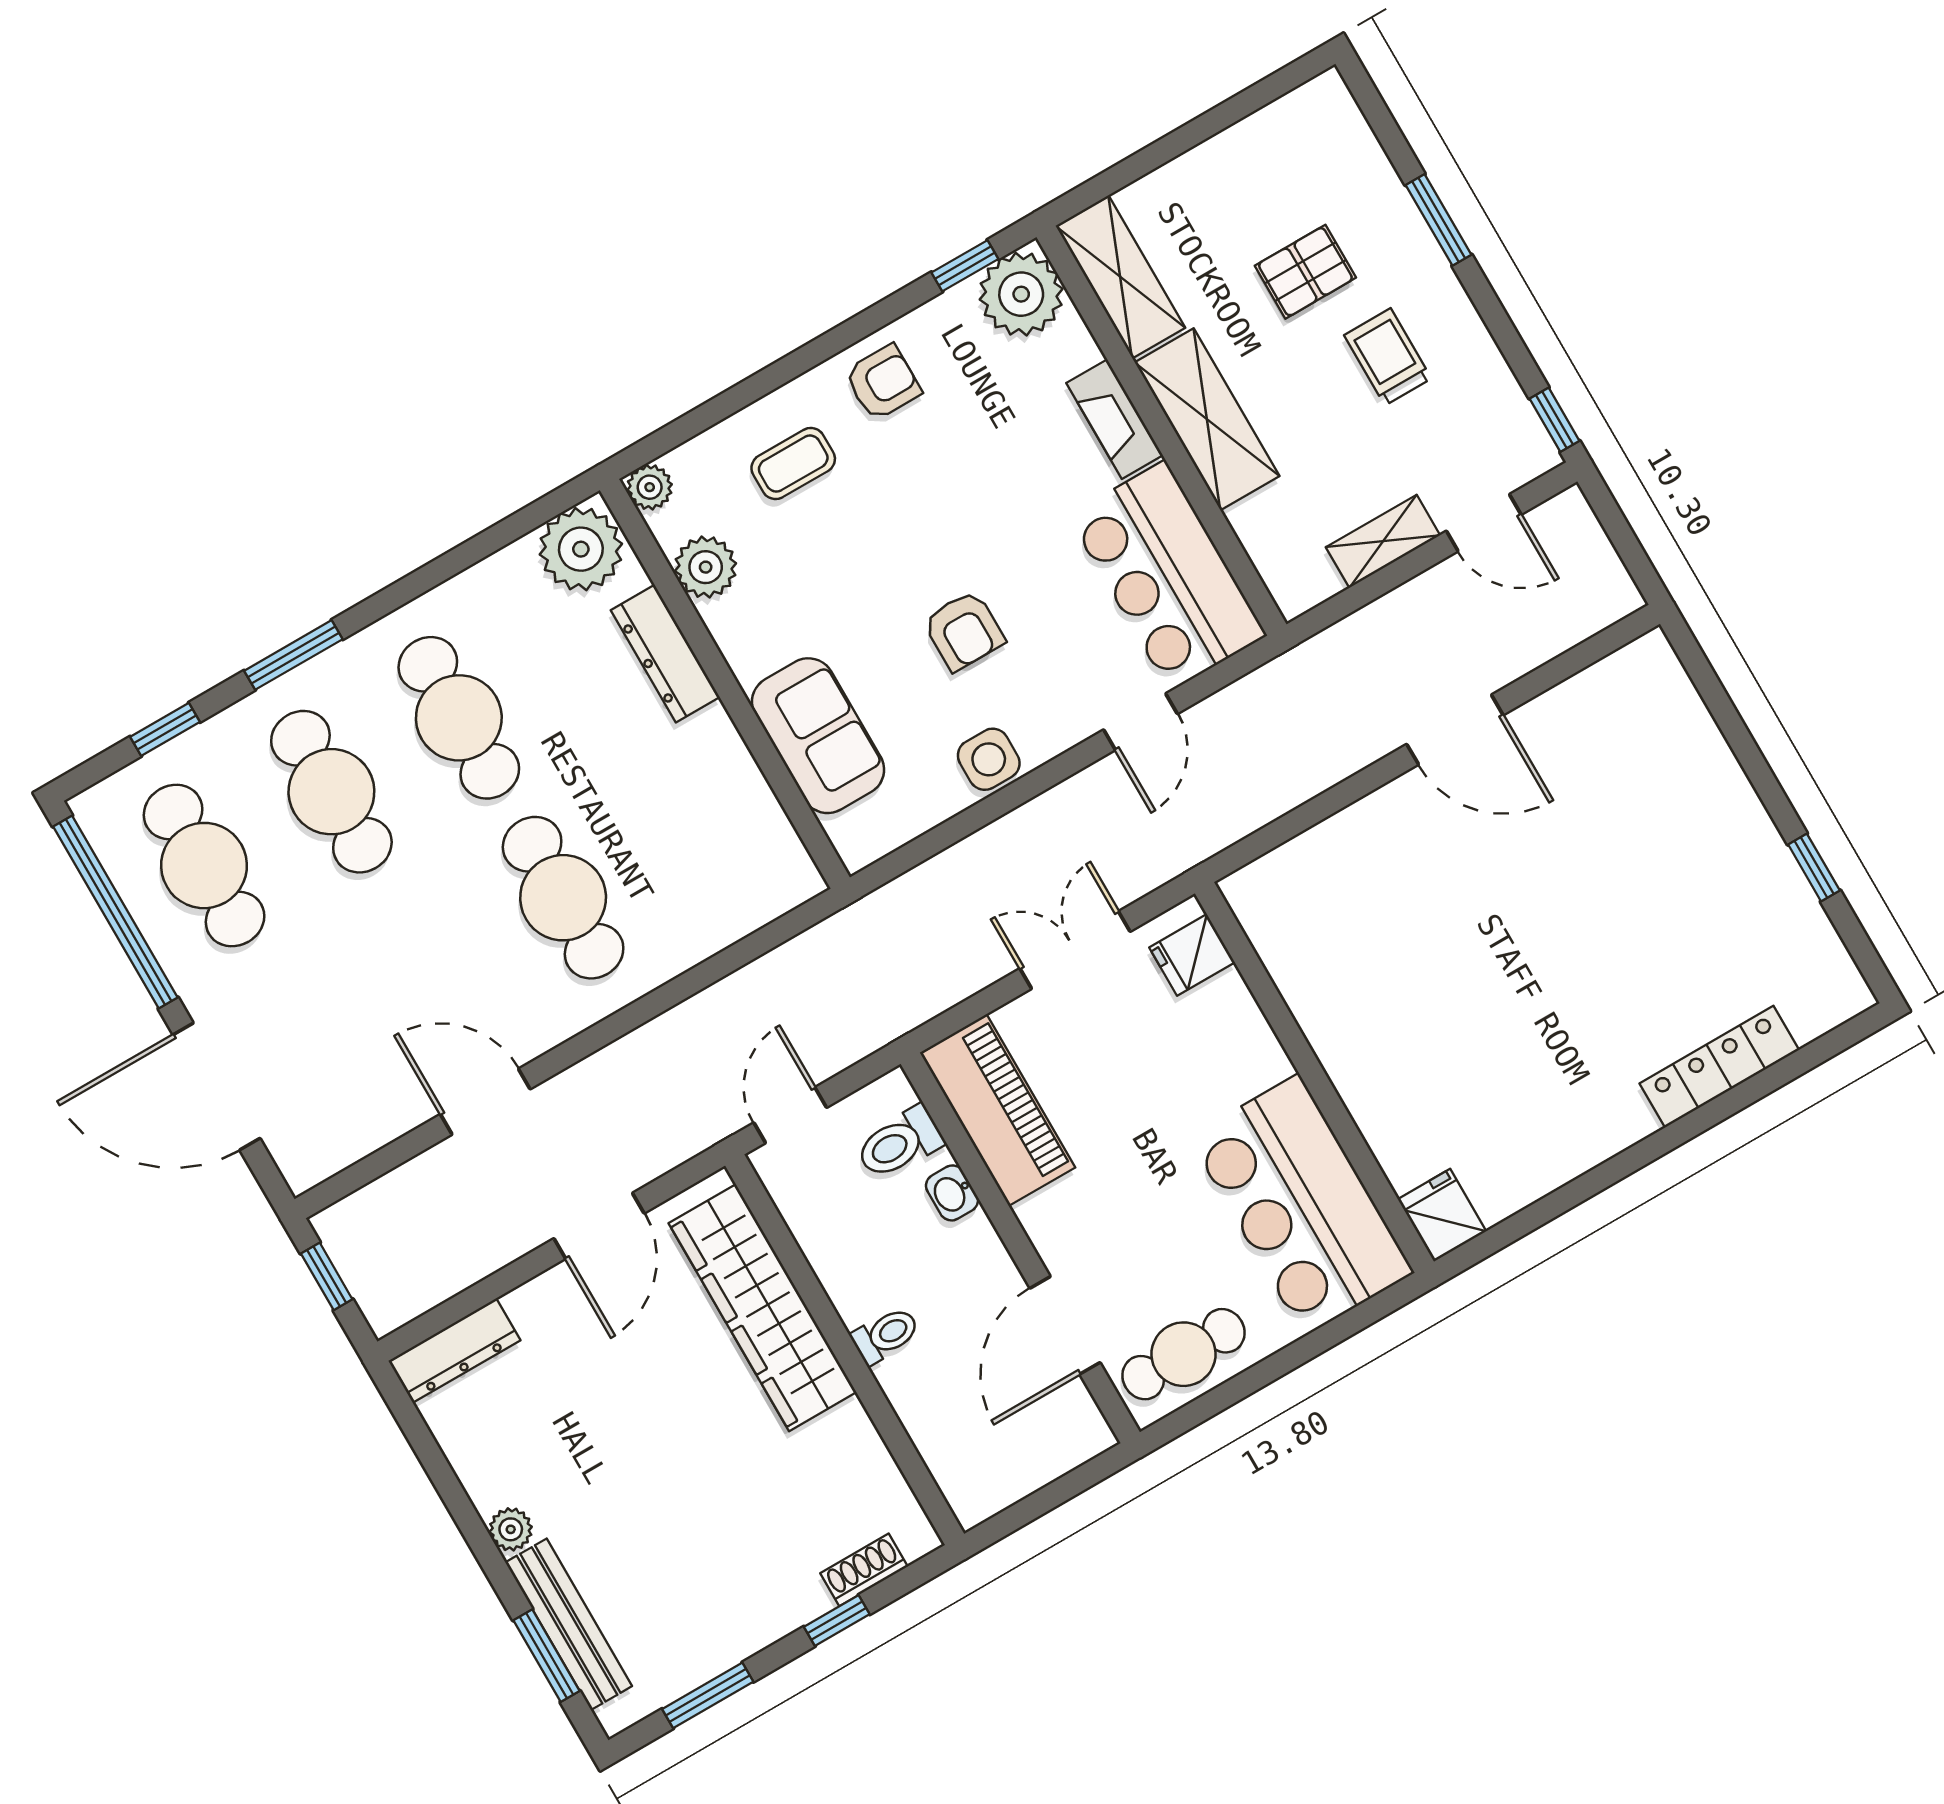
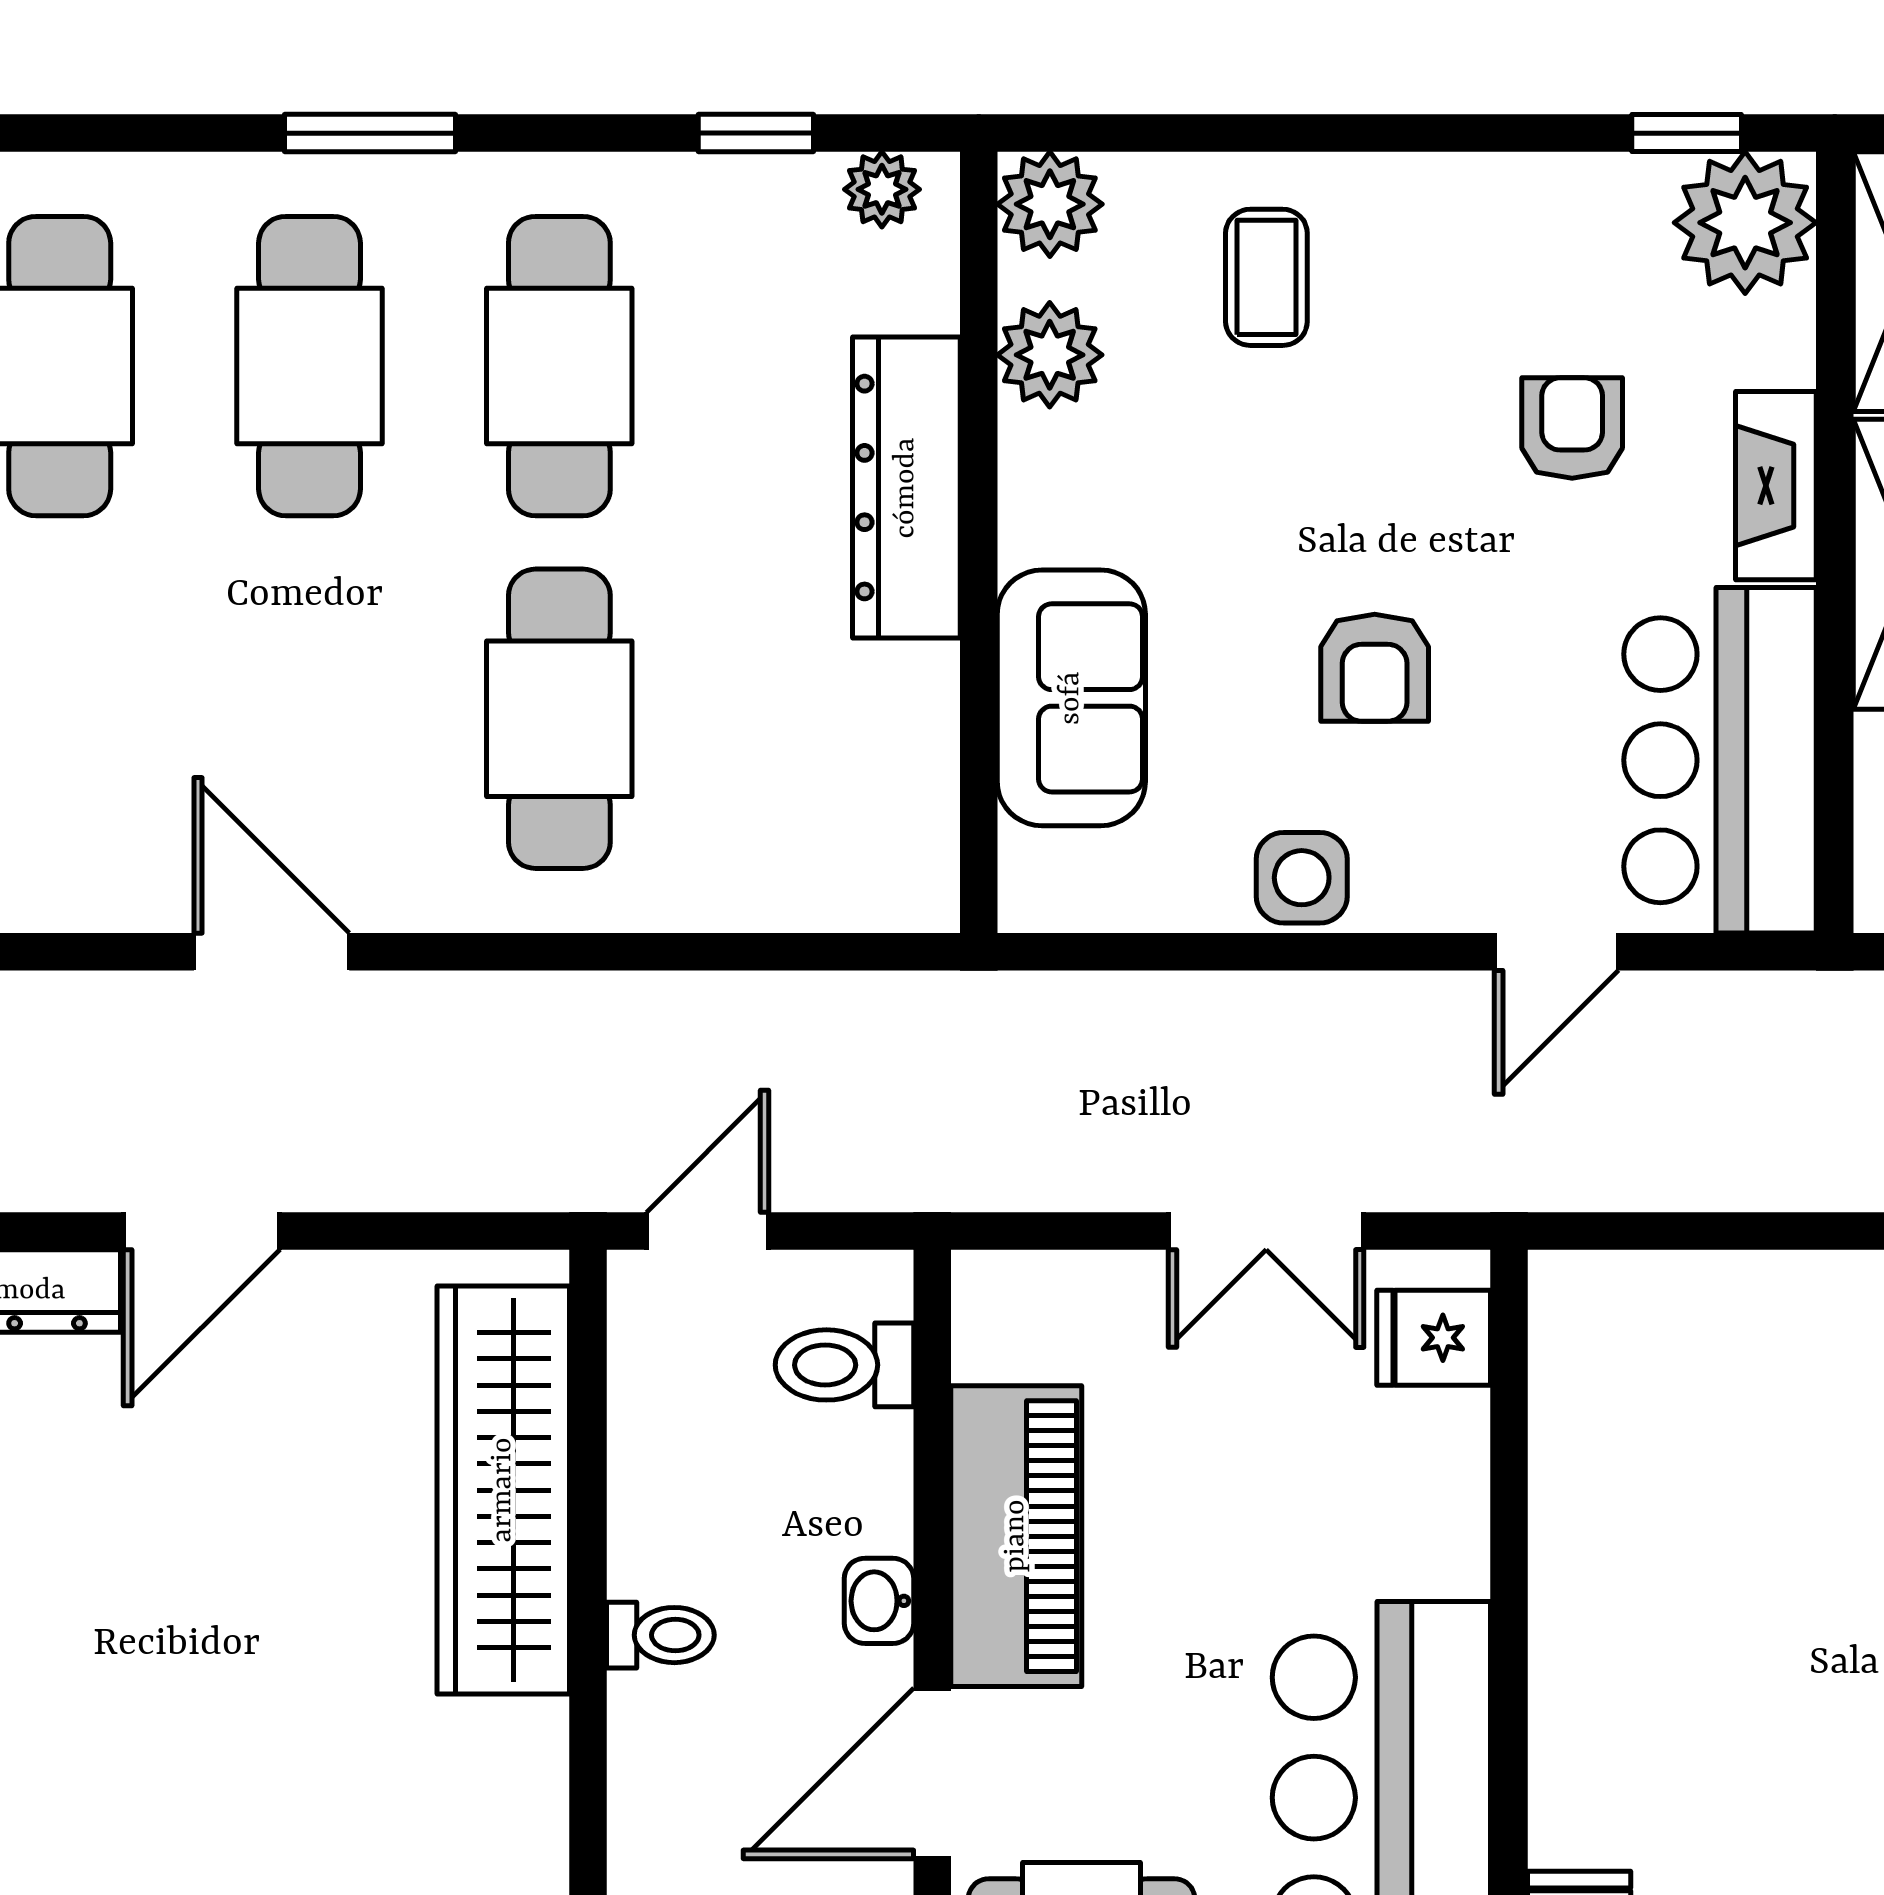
armchair: (883, 382) -> (1572, 428), moved, turned -90
coffee table: (793, 464) -> (1266, 277), turned 90
plant: (650, 487) -> (1050, 204), width x1.38, depth x1.38
plant: (581, 549) -> (882, 189), width x0.53, depth x0.53
dresser: (665, 654) -> (906, 488), width x1.37, depth x1.24
window: (165, 729) -> (756, 133), moved
double door: (1075, 950) -> (1266, 1231), swing flipped
piano: (998, 1110) -> (1016, 1536), moved
washbasin: (952, 1193) -> (879, 1601), moved
door: (599, 1226) -> (202, 1231), moved

